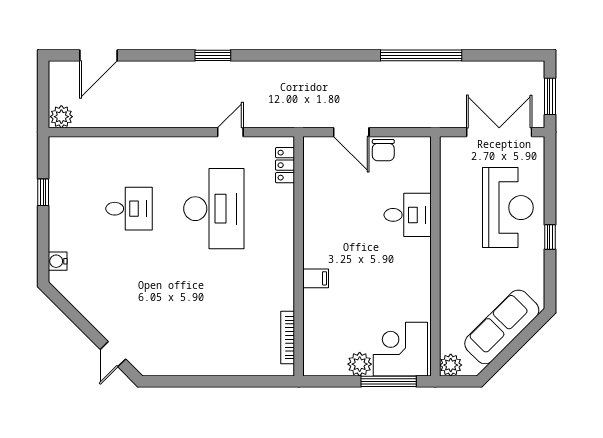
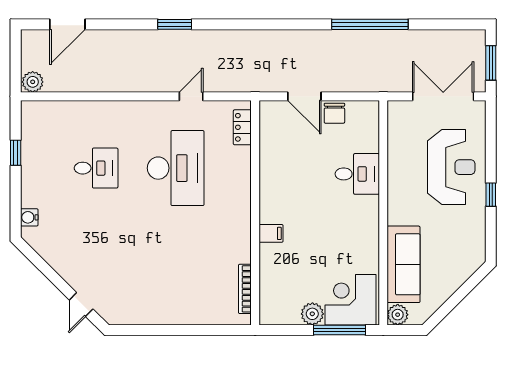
sofa: (502, 327) -> (404, 264), moved, turned 135

